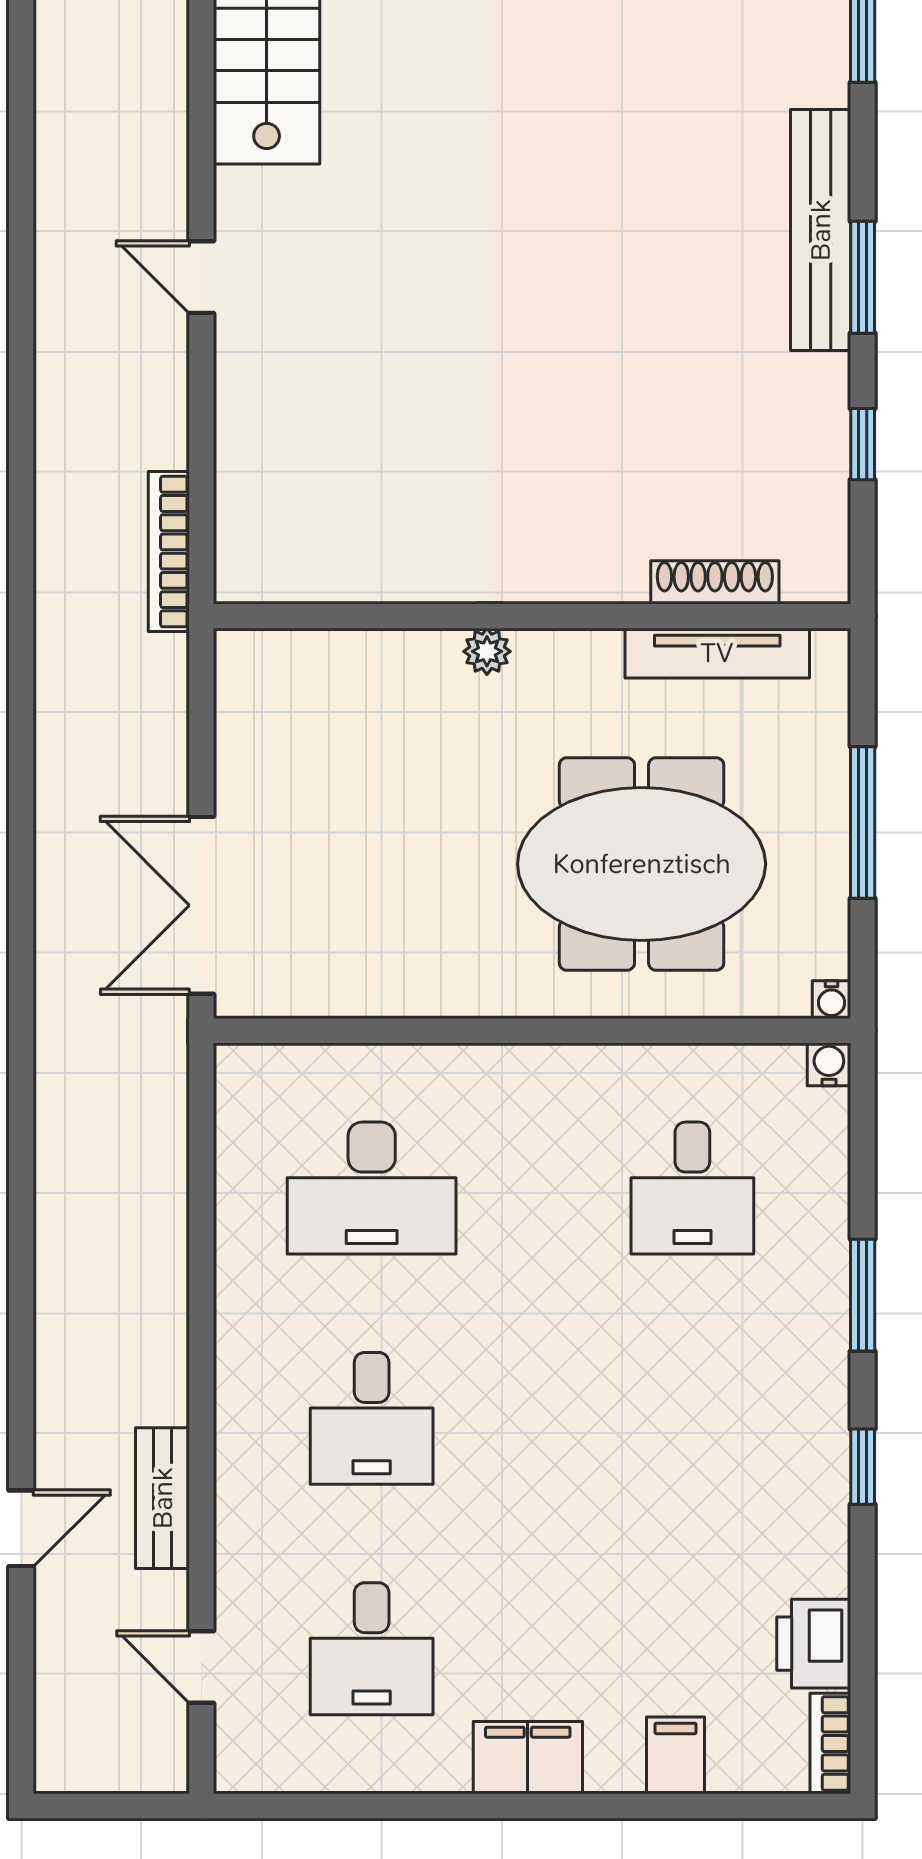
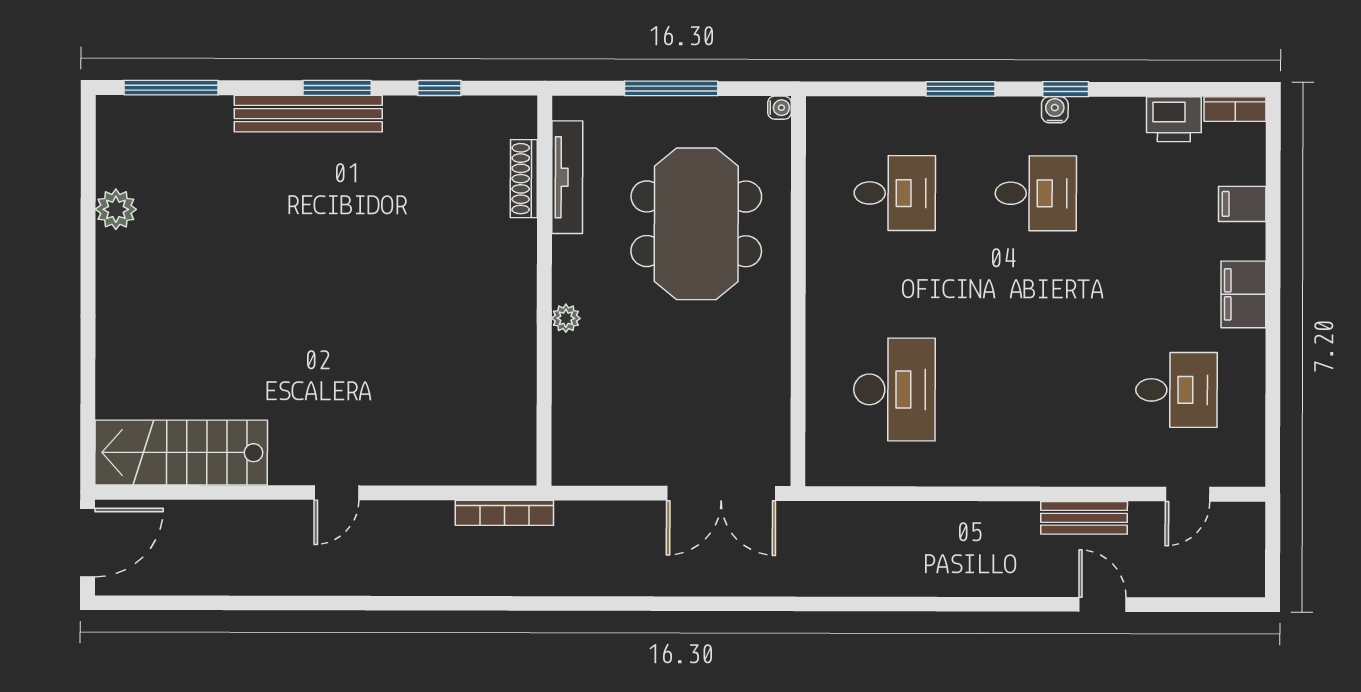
water cooler: (829, 1064) -> (1055, 110), moved, turned 90
desk: (372, 1418) -> (1036, 193), moved

